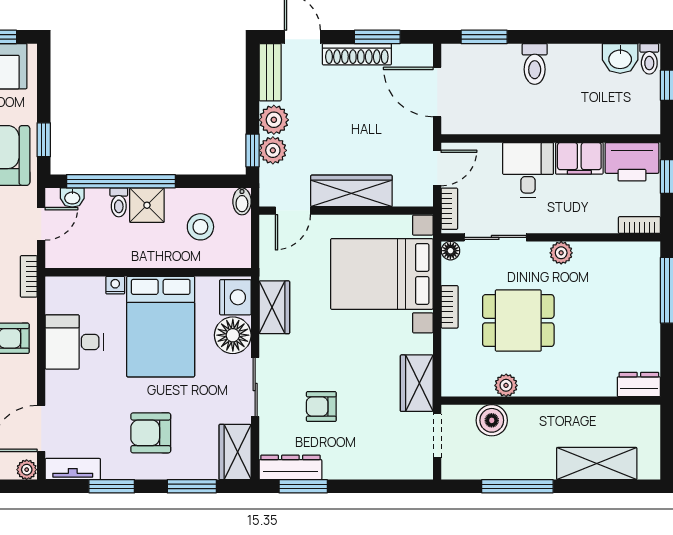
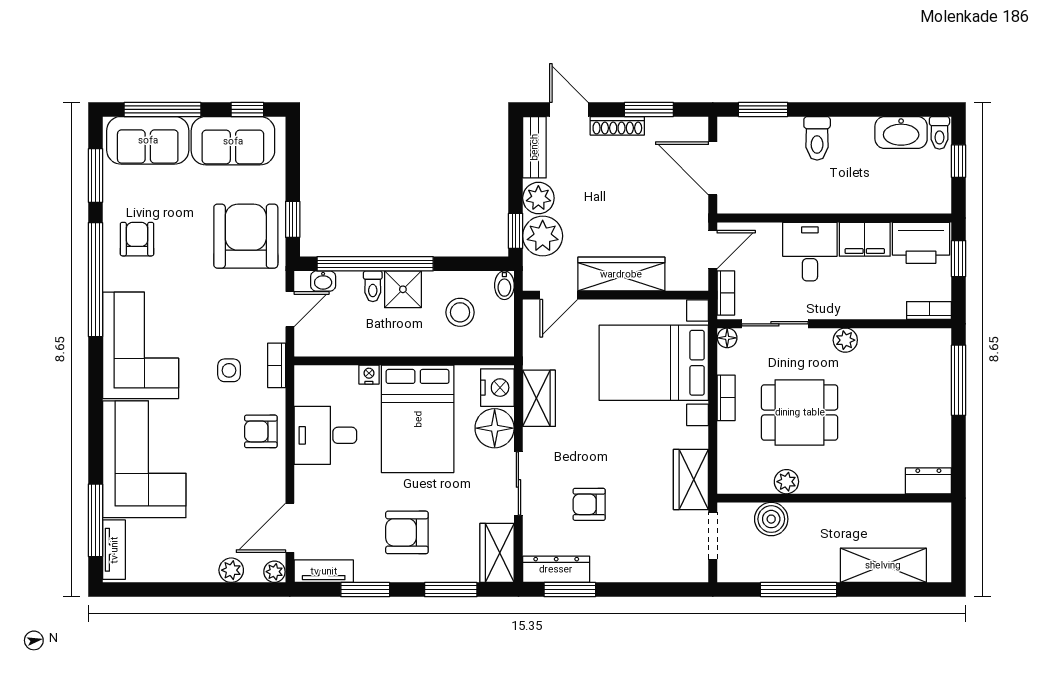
shoe rack: (357, 54) -> (617, 126), width x0.74, depth x0.81
washbasin: (620, 58) -> (901, 132), width x1.38
plant: (273, 150) -> (543, 236), width x1.36, depth x1.36

